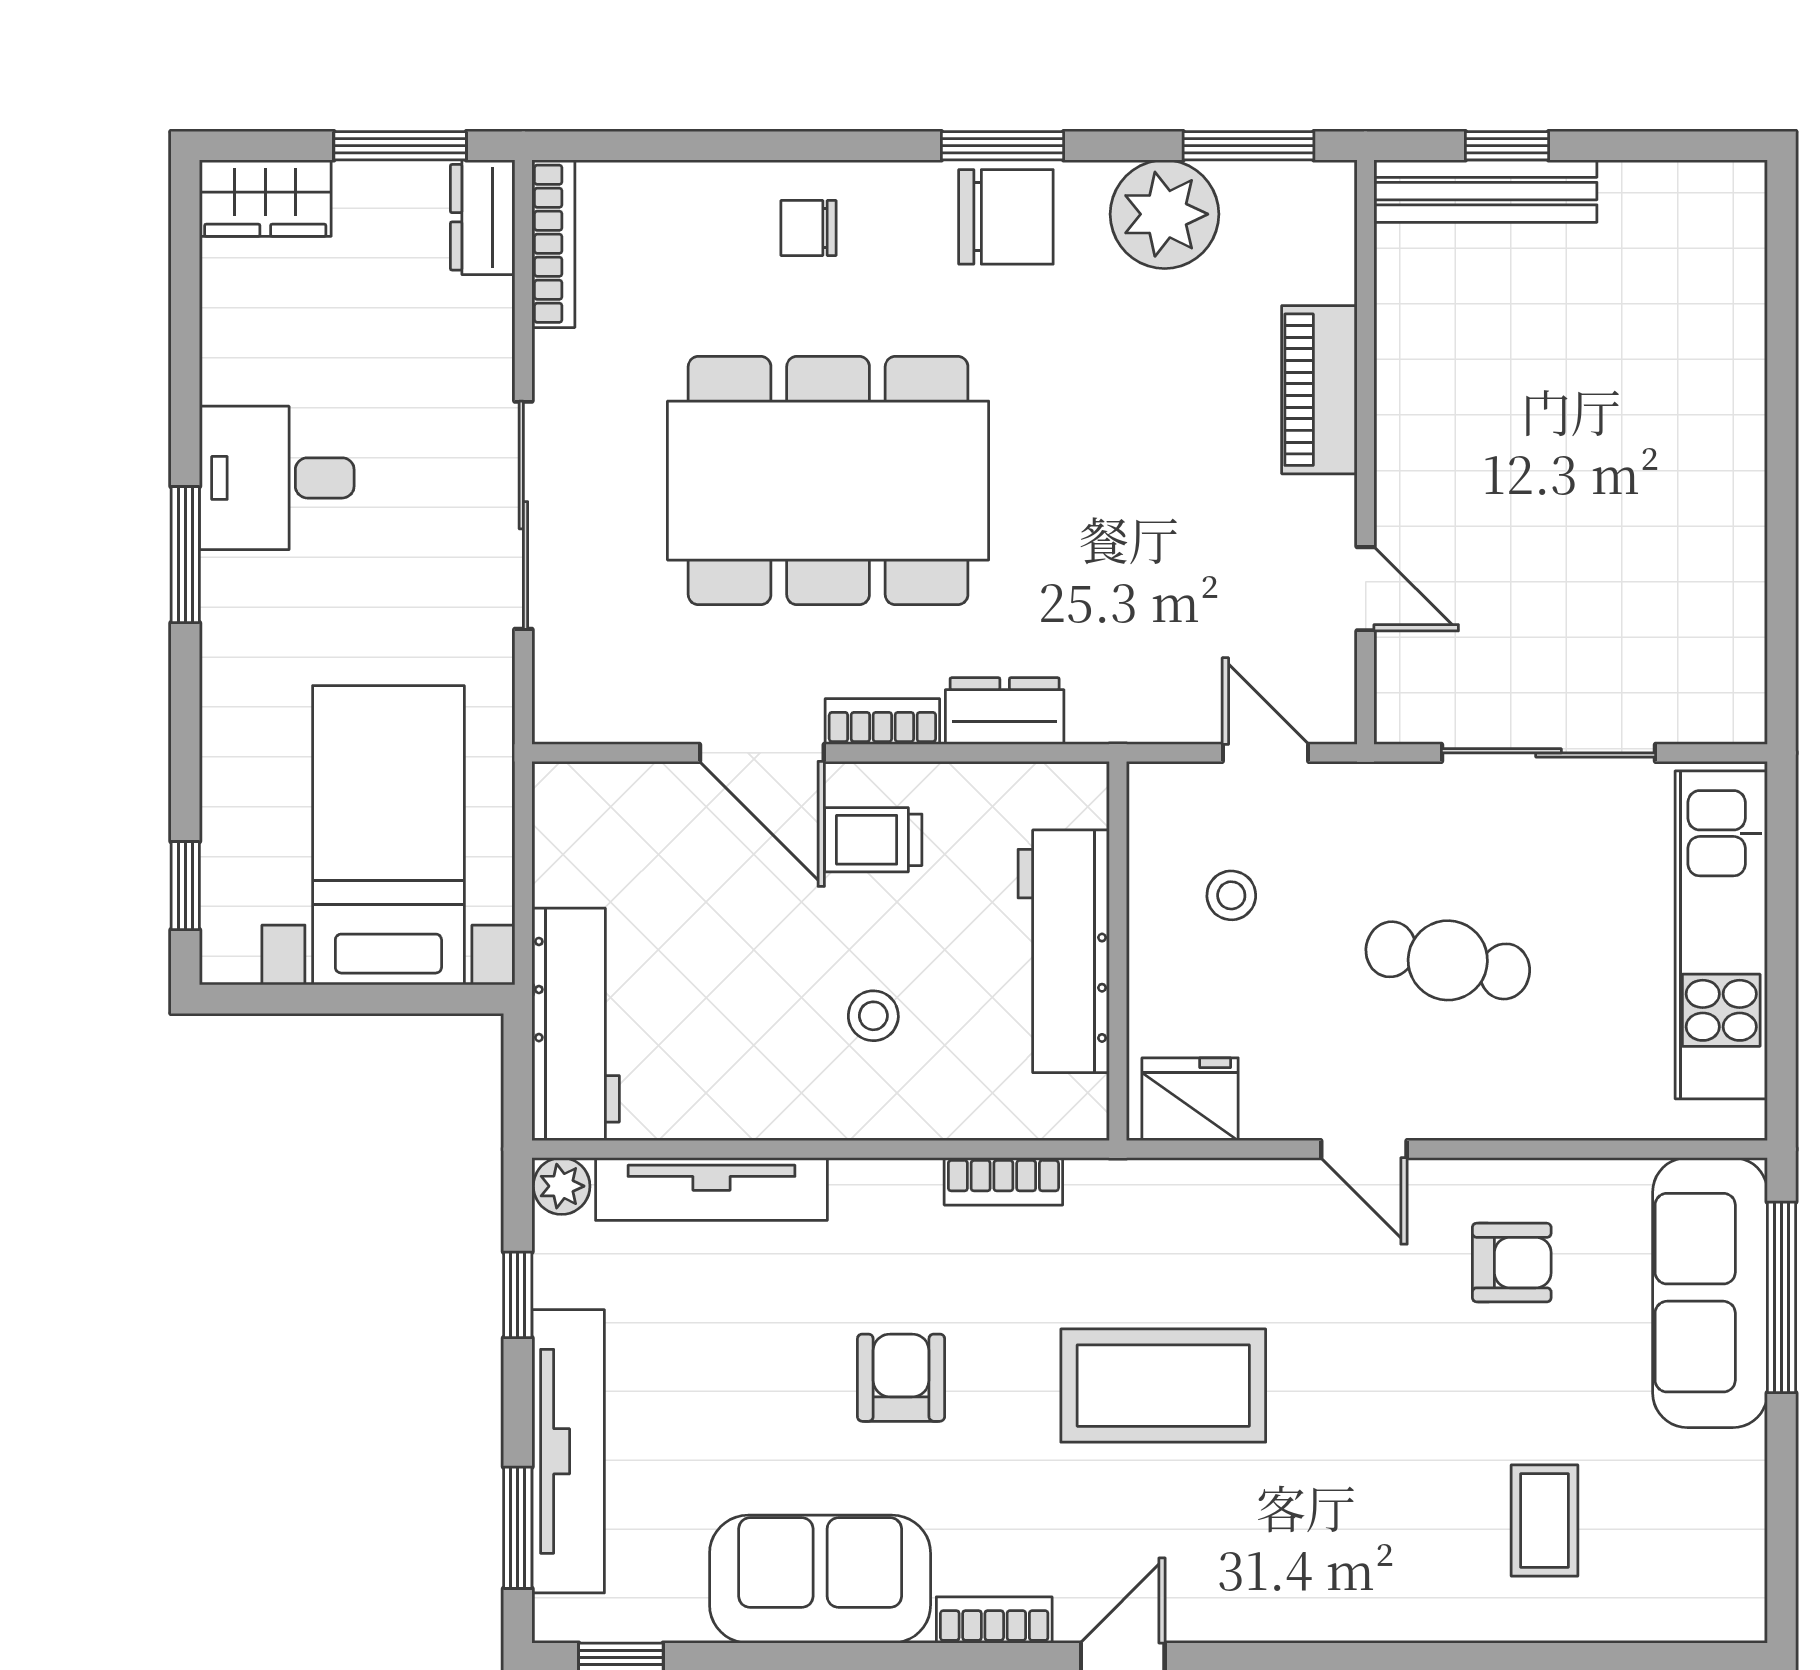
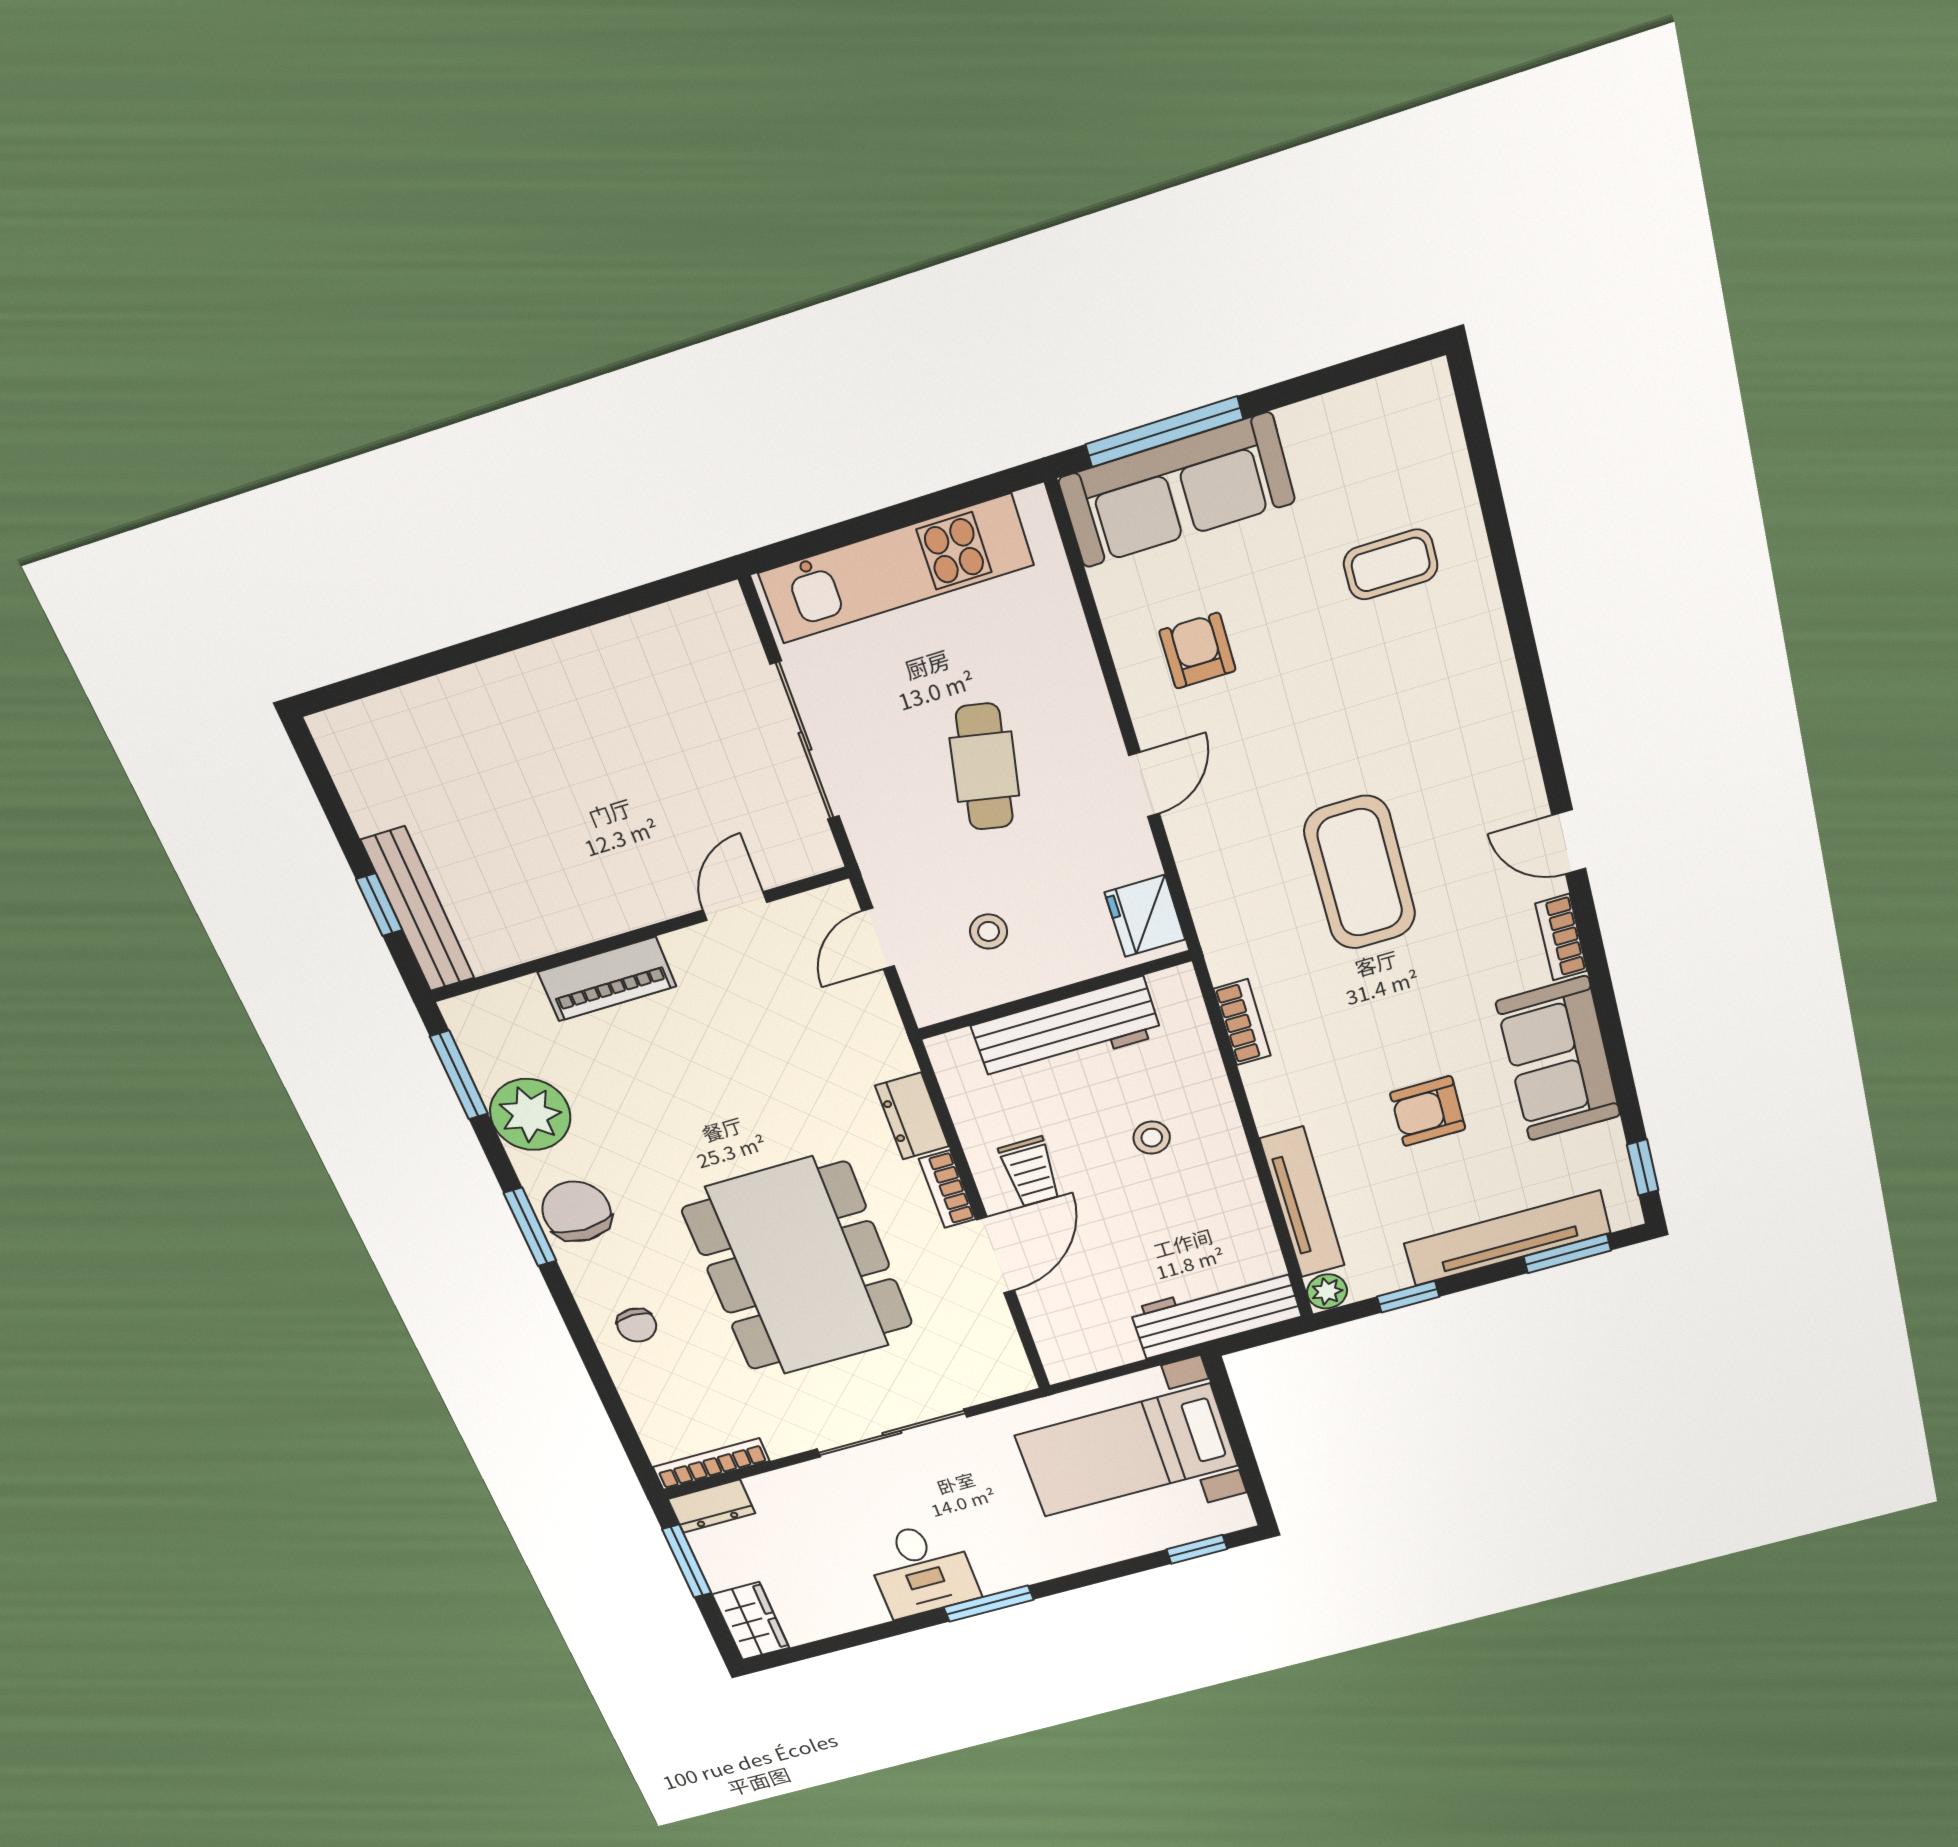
armchair: (901, 1378) -> (1428, 1111), moved

